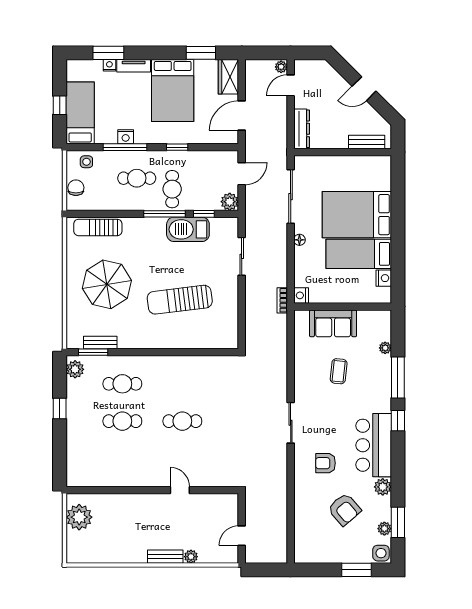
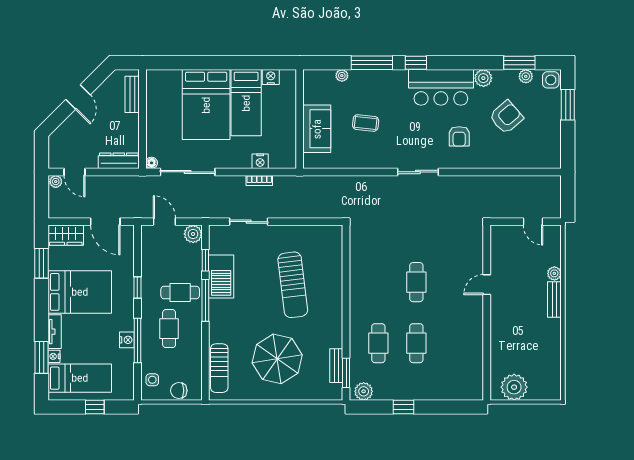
bed: (80, 113) -> (80, 378), moved, turned 180
floor lamp: (299, 240) -> (152, 163), moved
nightstand: (301, 295) -> (260, 161), moved
bookcase: (282, 300) -> (259, 181), moved

